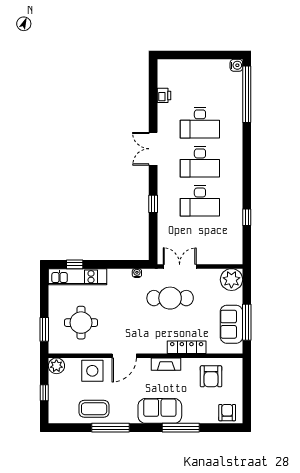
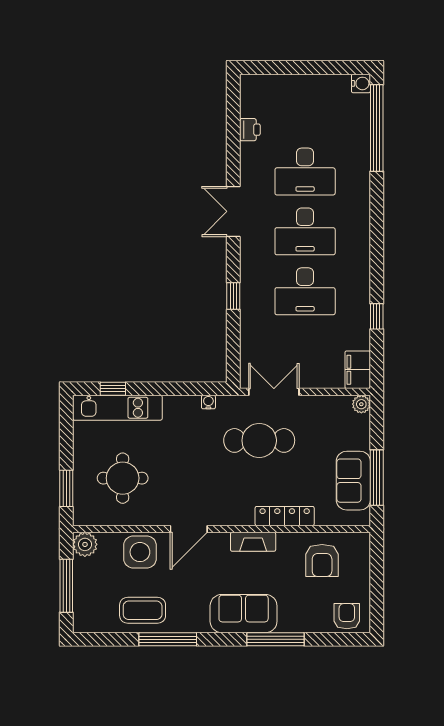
filing cabinet: (234, 252) -> (358, 370), added
plant: (231, 280) -> (361, 404), width x0.53, depth x0.53
window: (44, 393) -> (66, 586), width x2.17

